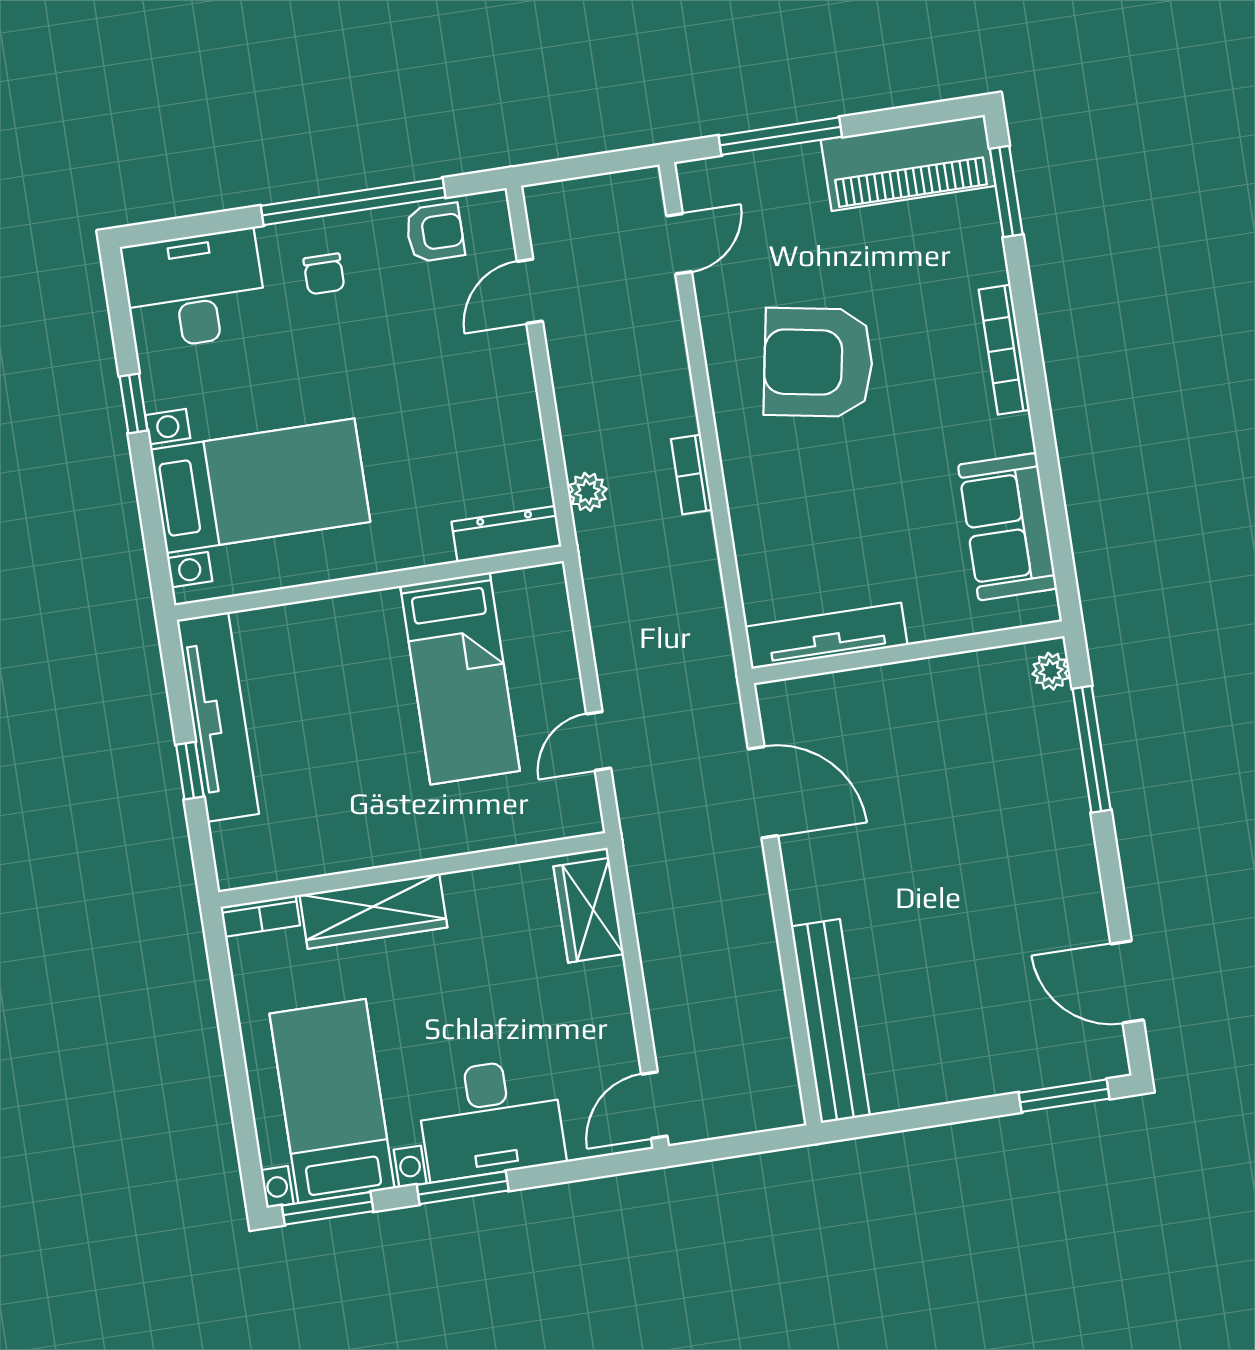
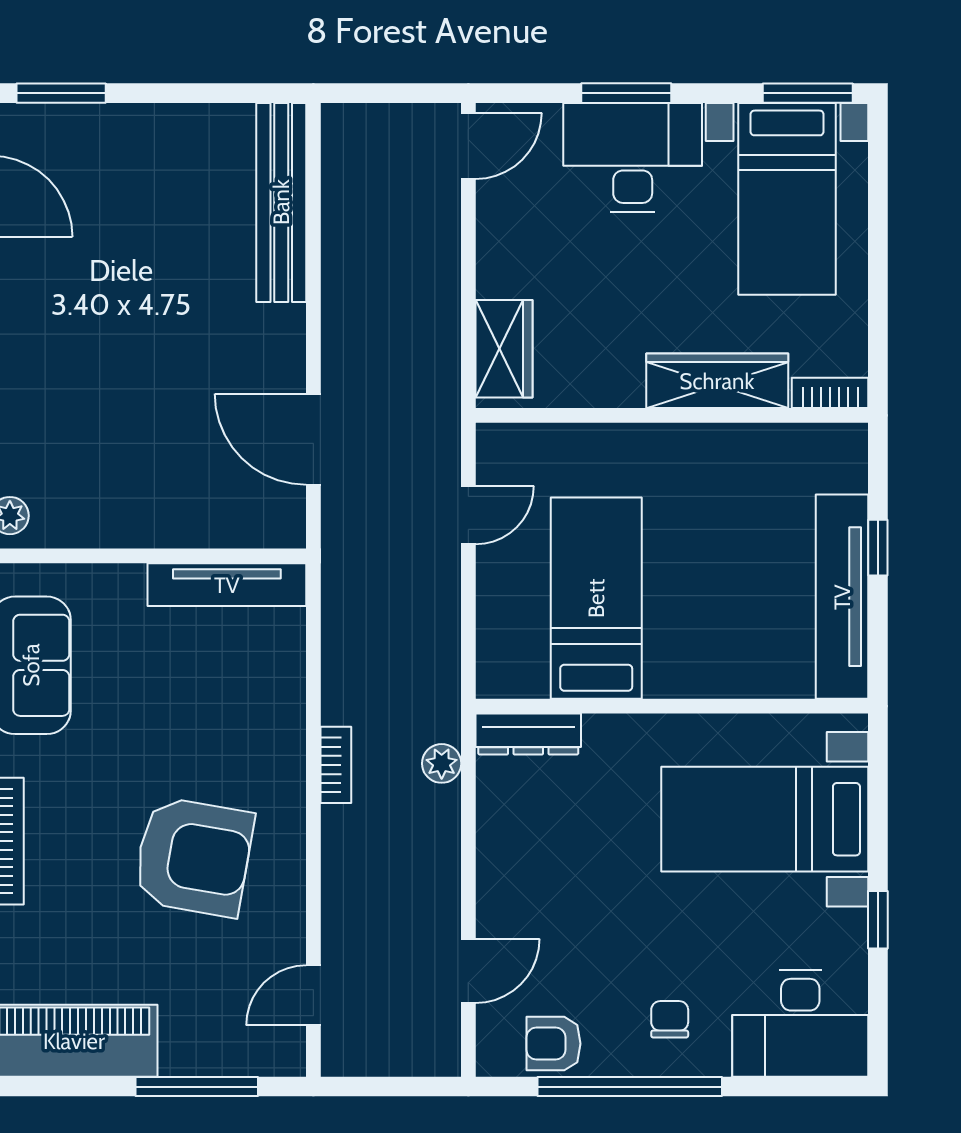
window: (463, 1188) -> (626, 93), moved

